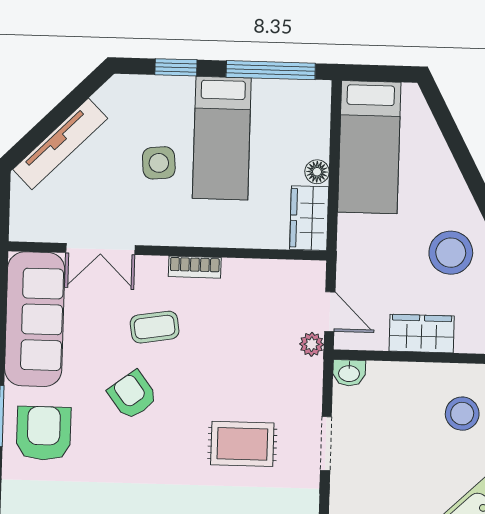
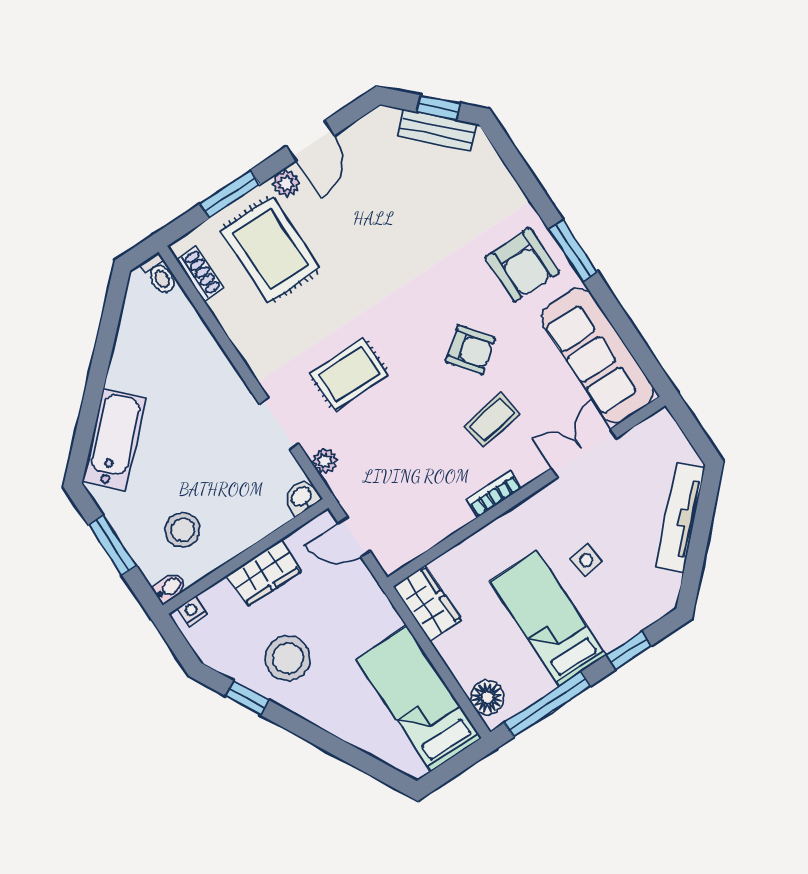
side table: (159, 163) -> (586, 560), width x0.73, depth x0.73
floor lamp: (317, 172) -> (487, 697), moved, width x1.37, depth x1.37
plant: (312, 344) -> (325, 461), moved

